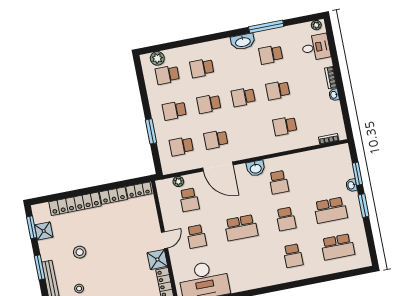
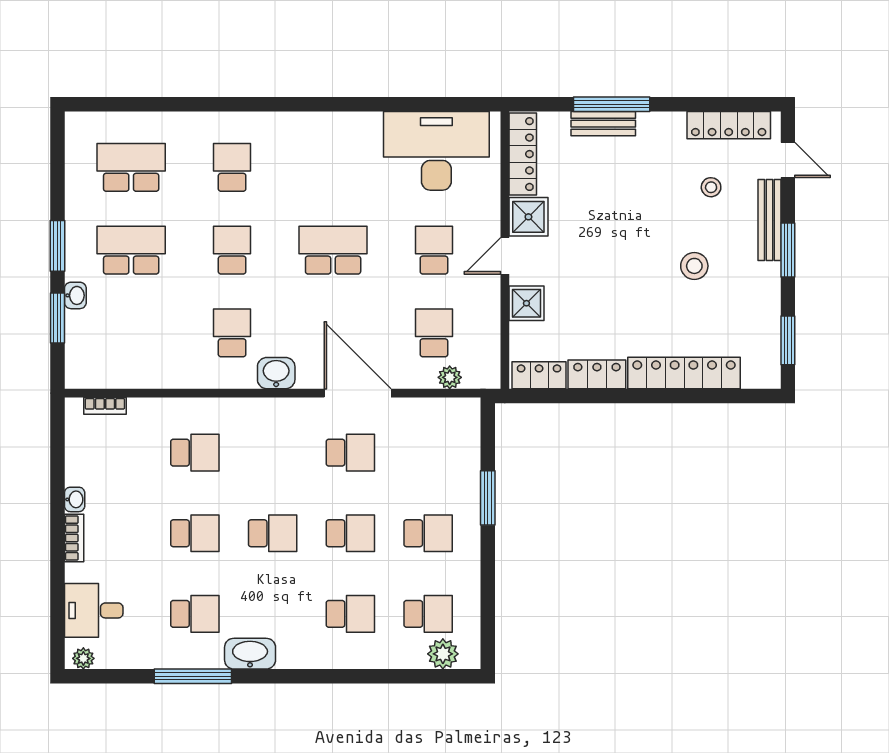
school desk: (181, 146) -> (428, 453), removed
shower: (44, 231) -> (526, 303), moved

